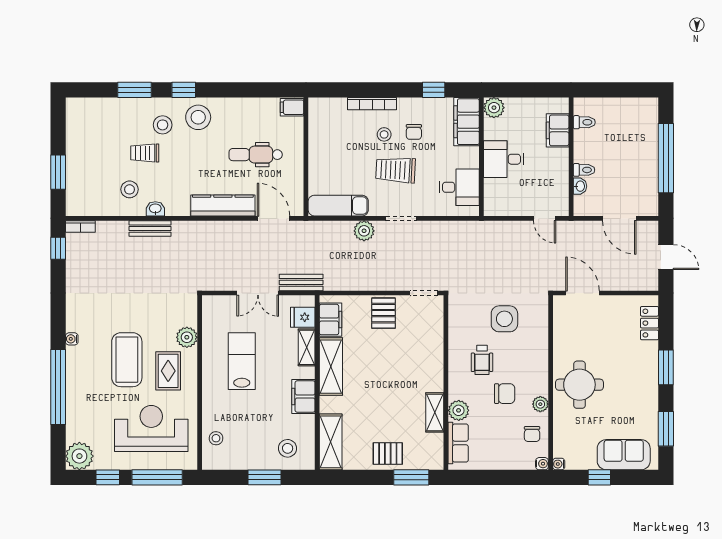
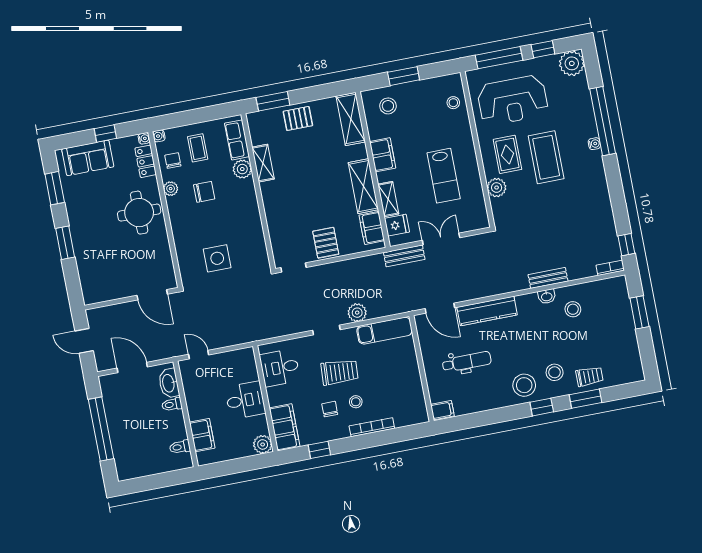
trolley: (145, 153) -> (589, 376), moved
washbasin: (580, 186) -> (169, 383), width x1.91, depth x1.45
locker: (649, 323) -> (146, 161), moved, turned 180
water cooler: (72, 339) -> (594, 144), moved
wheelchair: (482, 360) -> (230, 218), removed
chair: (505, 394) -> (204, 192), turned 180
coffee table: (503, 443) -> (198, 148), added

